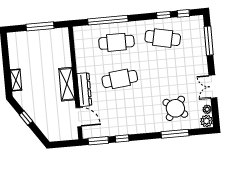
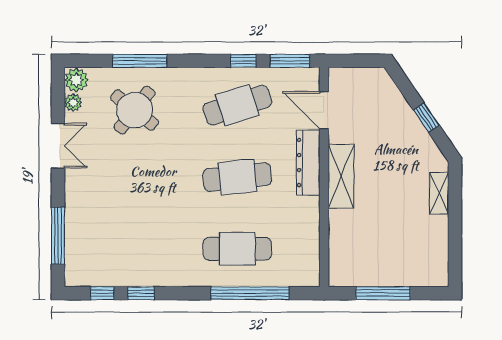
cafe table: (163, 38) -> (237, 105), moved, turned -30

